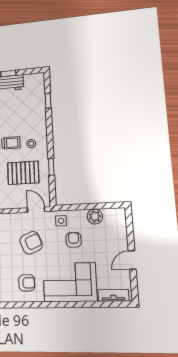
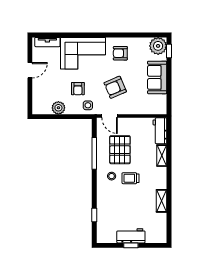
window: (51, 167) -> (94, 153), width x2.17
pallet: (23, 173) -> (120, 150), turned 90

